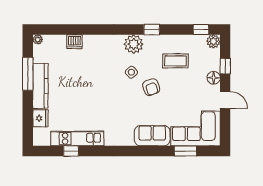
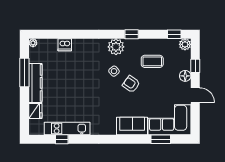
armchair: (151, 87) -> (131, 84), turned 144

